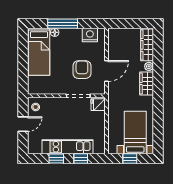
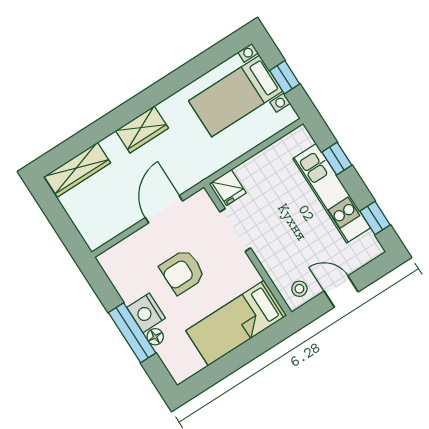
nightstand: (90, 35) -> (146, 313), moved
bed: (39, 52) -> (236, 323), moved, turned 180
plant: (149, 66) -> (111, 144), removed
armchair: (82, 70) -> (182, 272), moved
door: (107, 71) -> (164, 209), hinge flipped
window: (56, 159) -> (375, 218), moved

